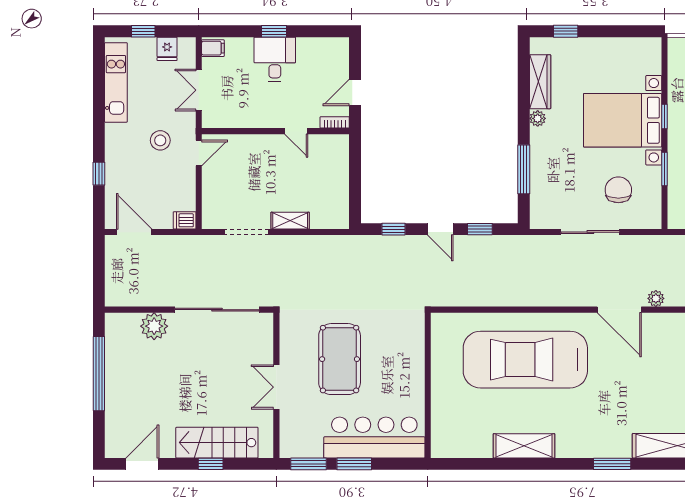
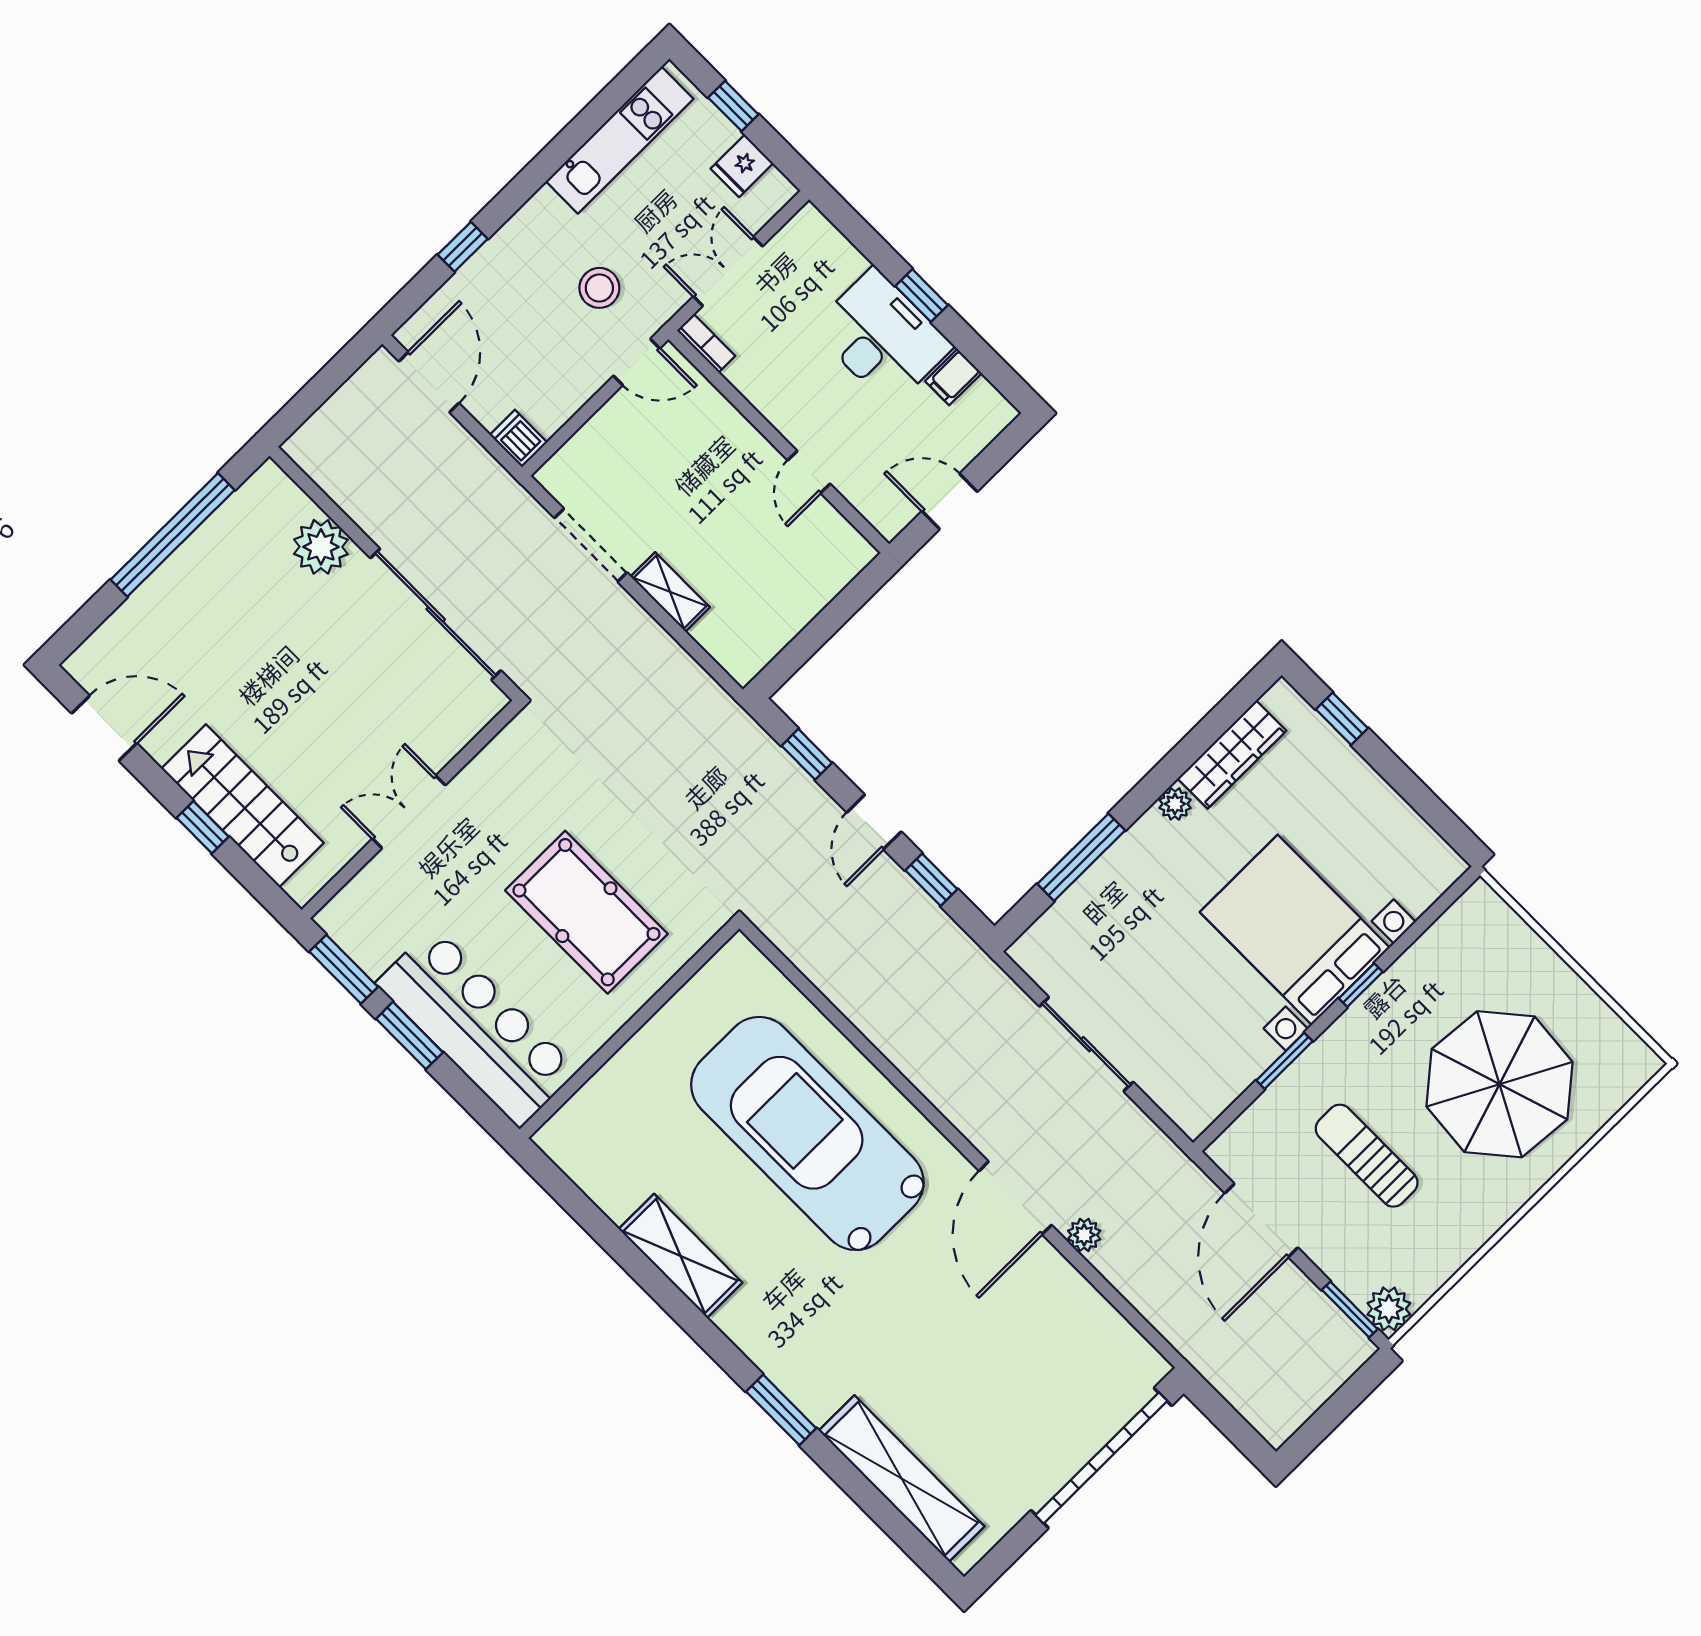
filing cabinet: (213, 48) -> (953, 377), moved, turned 90
desk: (275, 59) -> (882, 337), width x1.37
bookcase: (335, 122) -> (706, 343), moved
chair: (618, 190) -> (1188, 1024), removed
pool table: (340, 359) -> (586, 912), moved, turned 90

